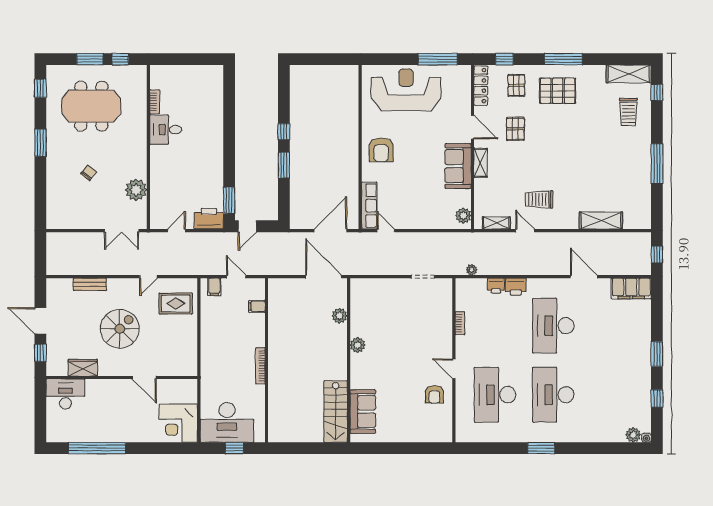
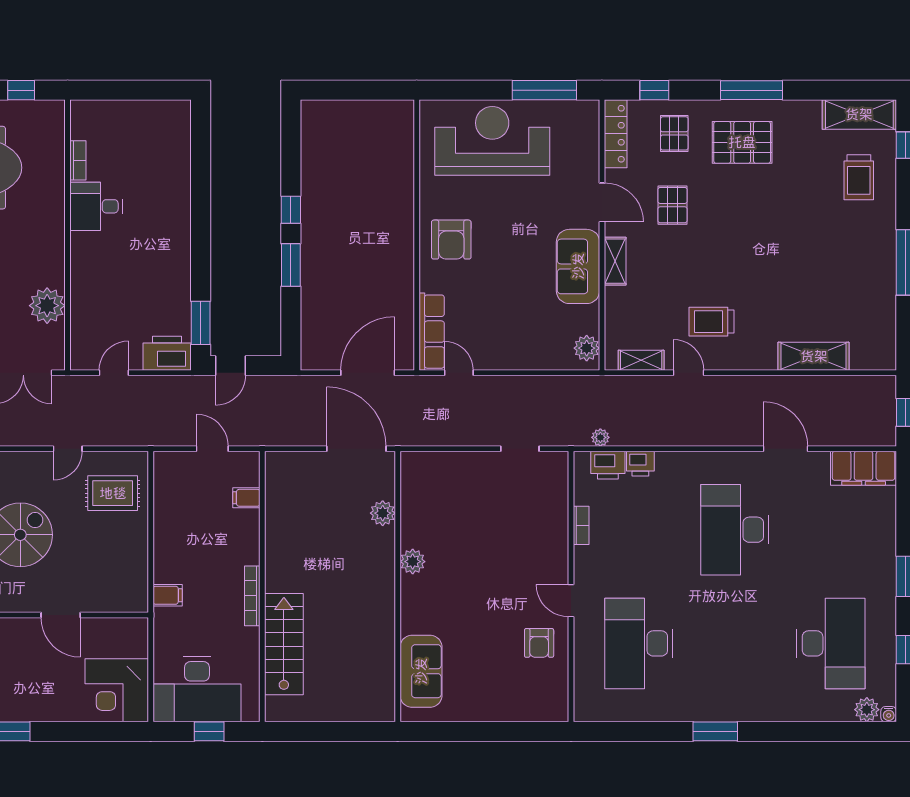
filing cabinet: (214, 287) -> (168, 595), moved, turned -90
printer: (516, 287) -> (608, 465), moved
desk: (553, 395) -> (831, 643), moved, turned 180
stairs: (336, 412) -> (284, 644), moved, turned 180

